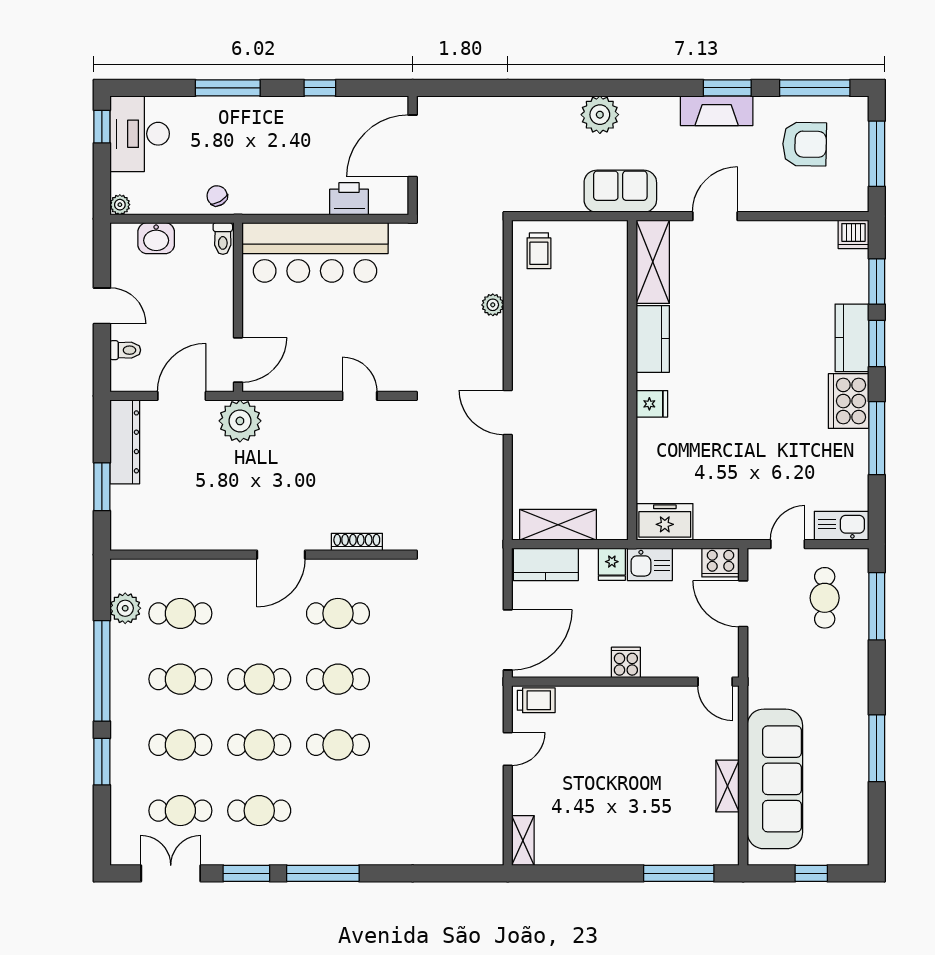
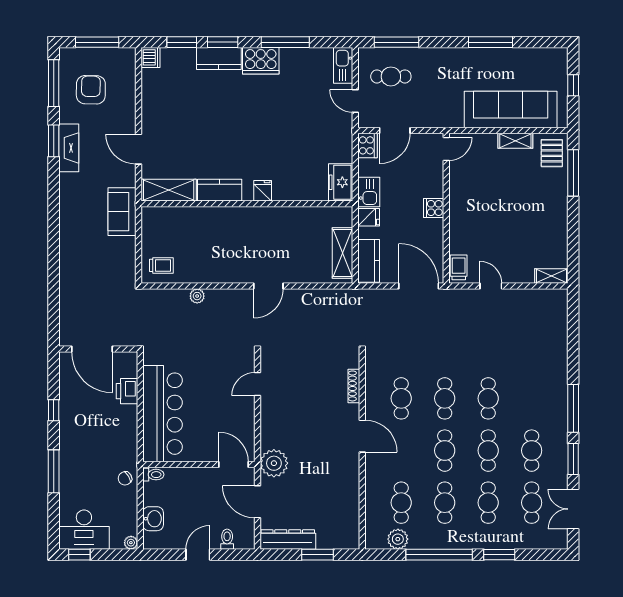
plant: (600, 115) -> (71, 225), removed
pallet: (709, 841) -> (552, 153), added

